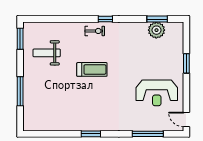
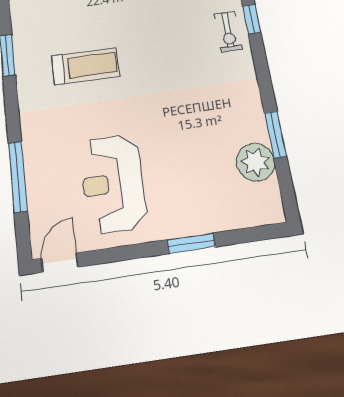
window: (105, 19) -> (252, 19), moved
window: (157, 19) -> (275, 134), moved
treadmill: (92, 69) -> (86, 66), moved, turned -90

